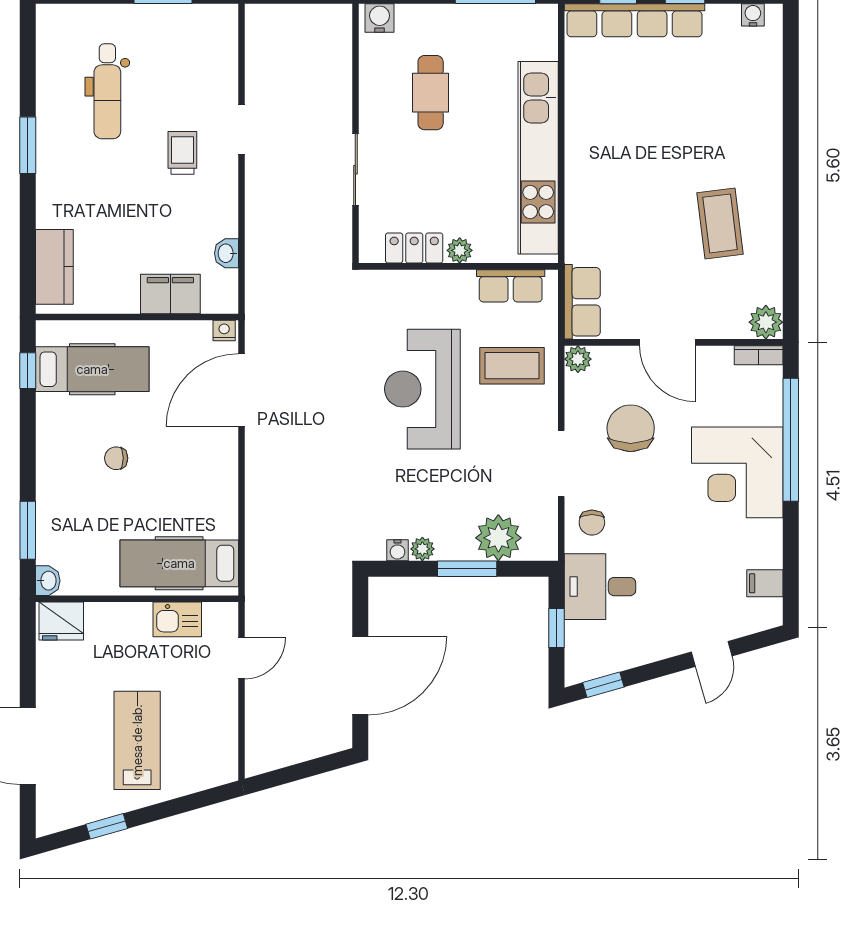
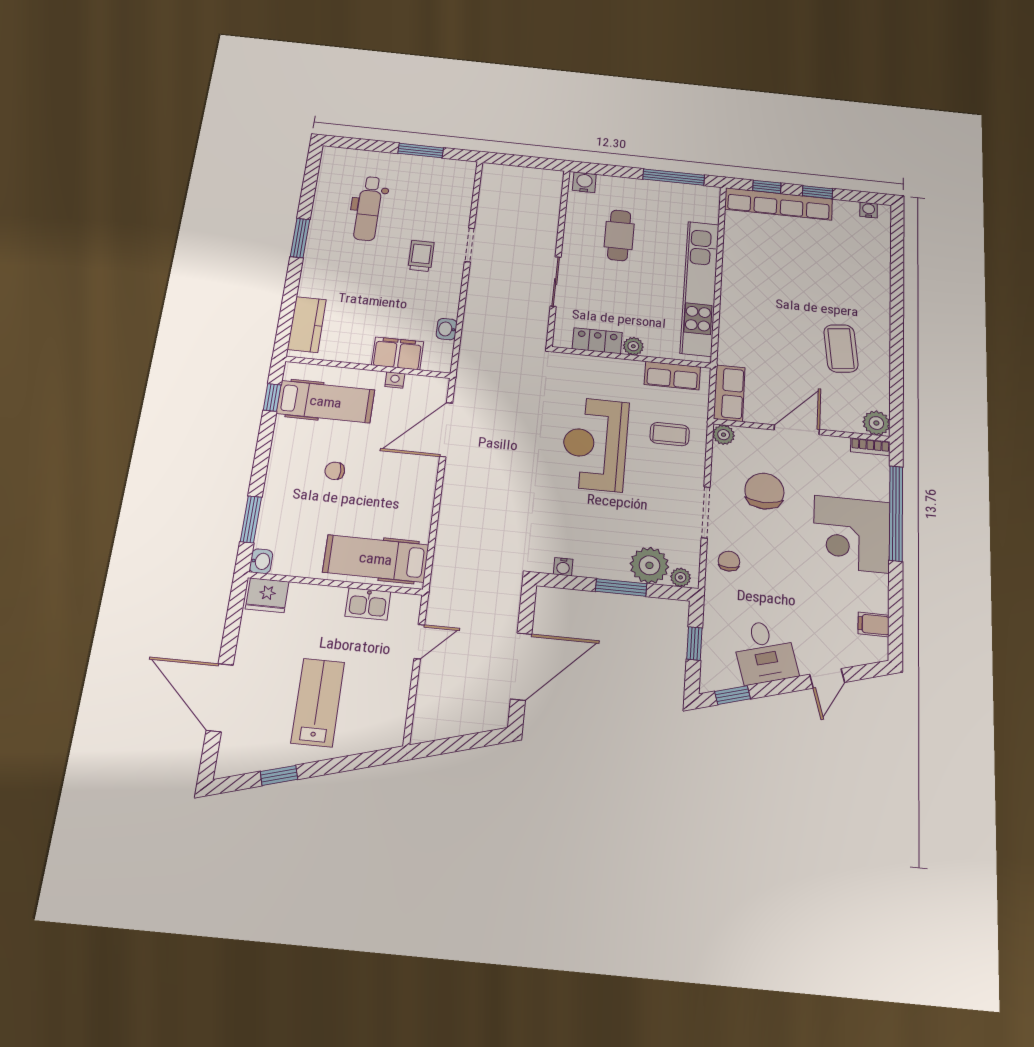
nightstand: (224, 331) -> (395, 380), moved
door: (668, 342) -> (797, 430), swing flipped
coffee table: (512, 366) -> (670, 434), width x0.73, depth x0.77
chair: (592, 523) -> (729, 561), turned 180
plant: (422, 549) -> (681, 577), moved
desk: (600, 587) -> (765, 652), moved, turned -106

